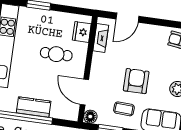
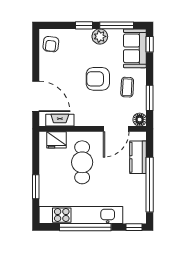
door: (127, 18) -> (36, 96), width x1.36
cafe table: (56, 54) -> (82, 162), width x1.37, depth x1.35
kitchen counter: (34, 107) -> (138, 157), moved

